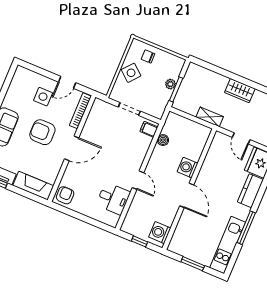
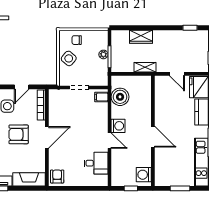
wardrobe: (240, 91) -> (141, 37), moved
boiler: (163, 140) -> (120, 97), width x1.86, depth x1.86
washing machine: (188, 167) -> (118, 126), moved, turned 180

